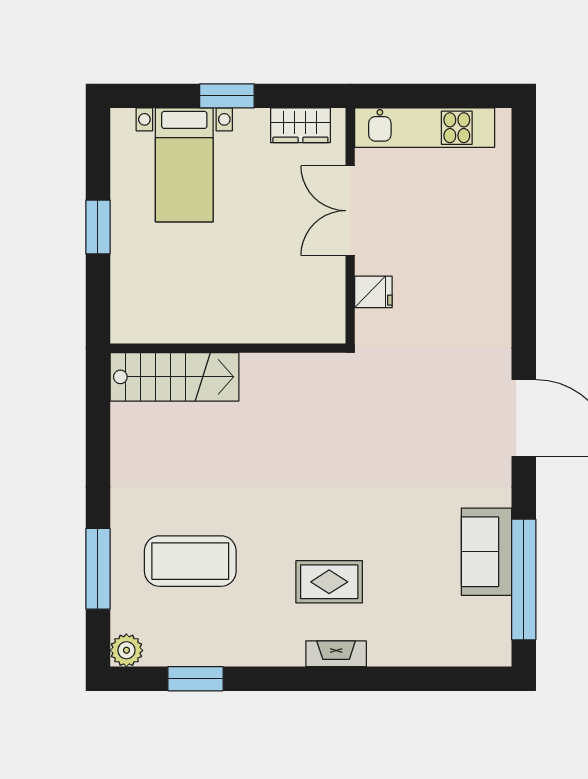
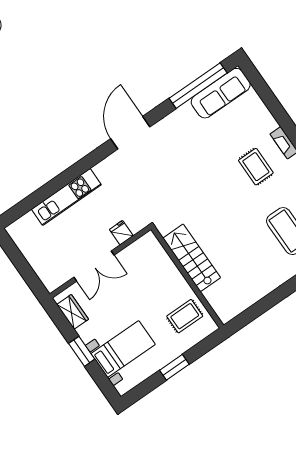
kitchen unit: (425, 128) -> (66, 197), moved, turned 90
rug: (168, 301) -> (185, 316), added
stairs: (174, 377) -> (192, 258), moved
sofa: (486, 552) -> (221, 93), moved, width x1.36

